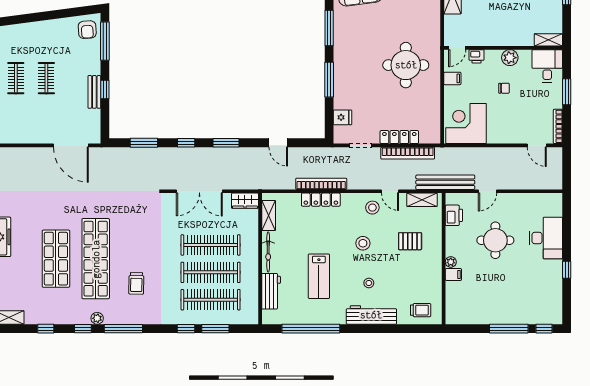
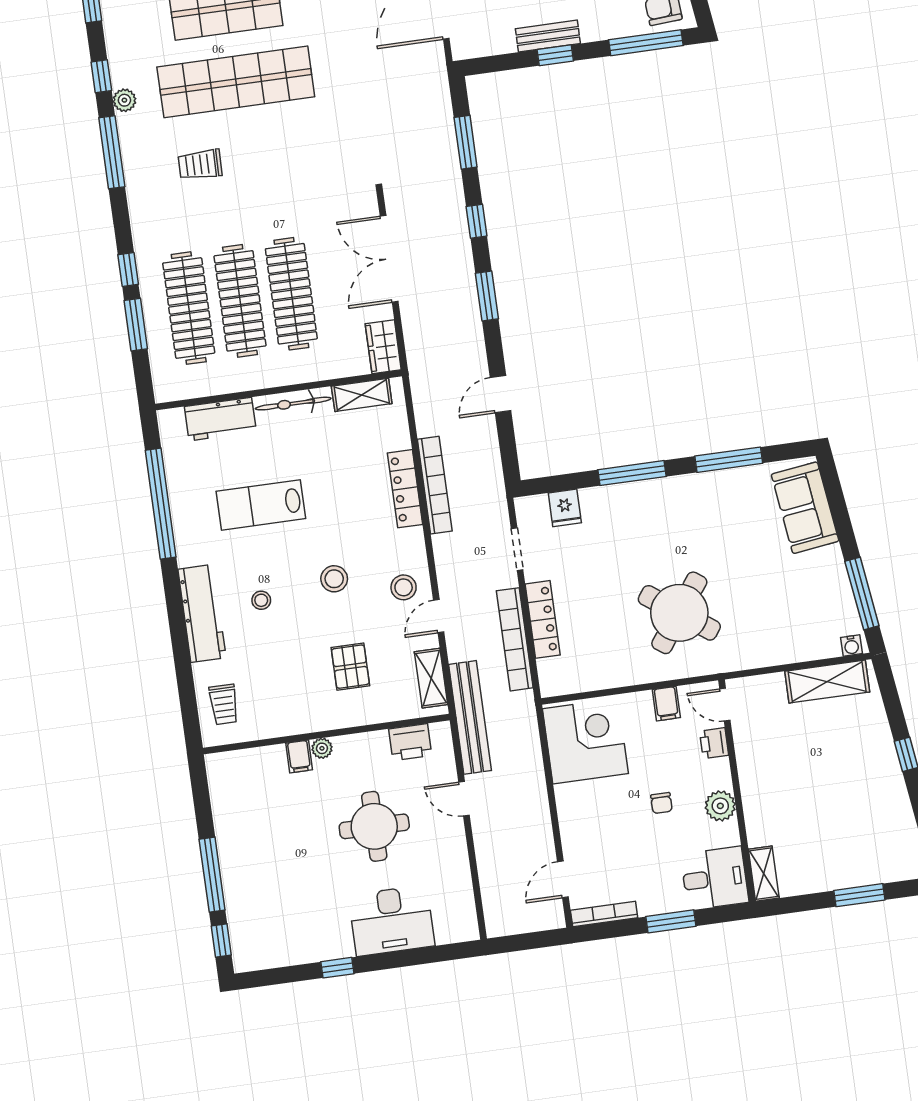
round table: (406, 65) -> (679, 613), turned 36

